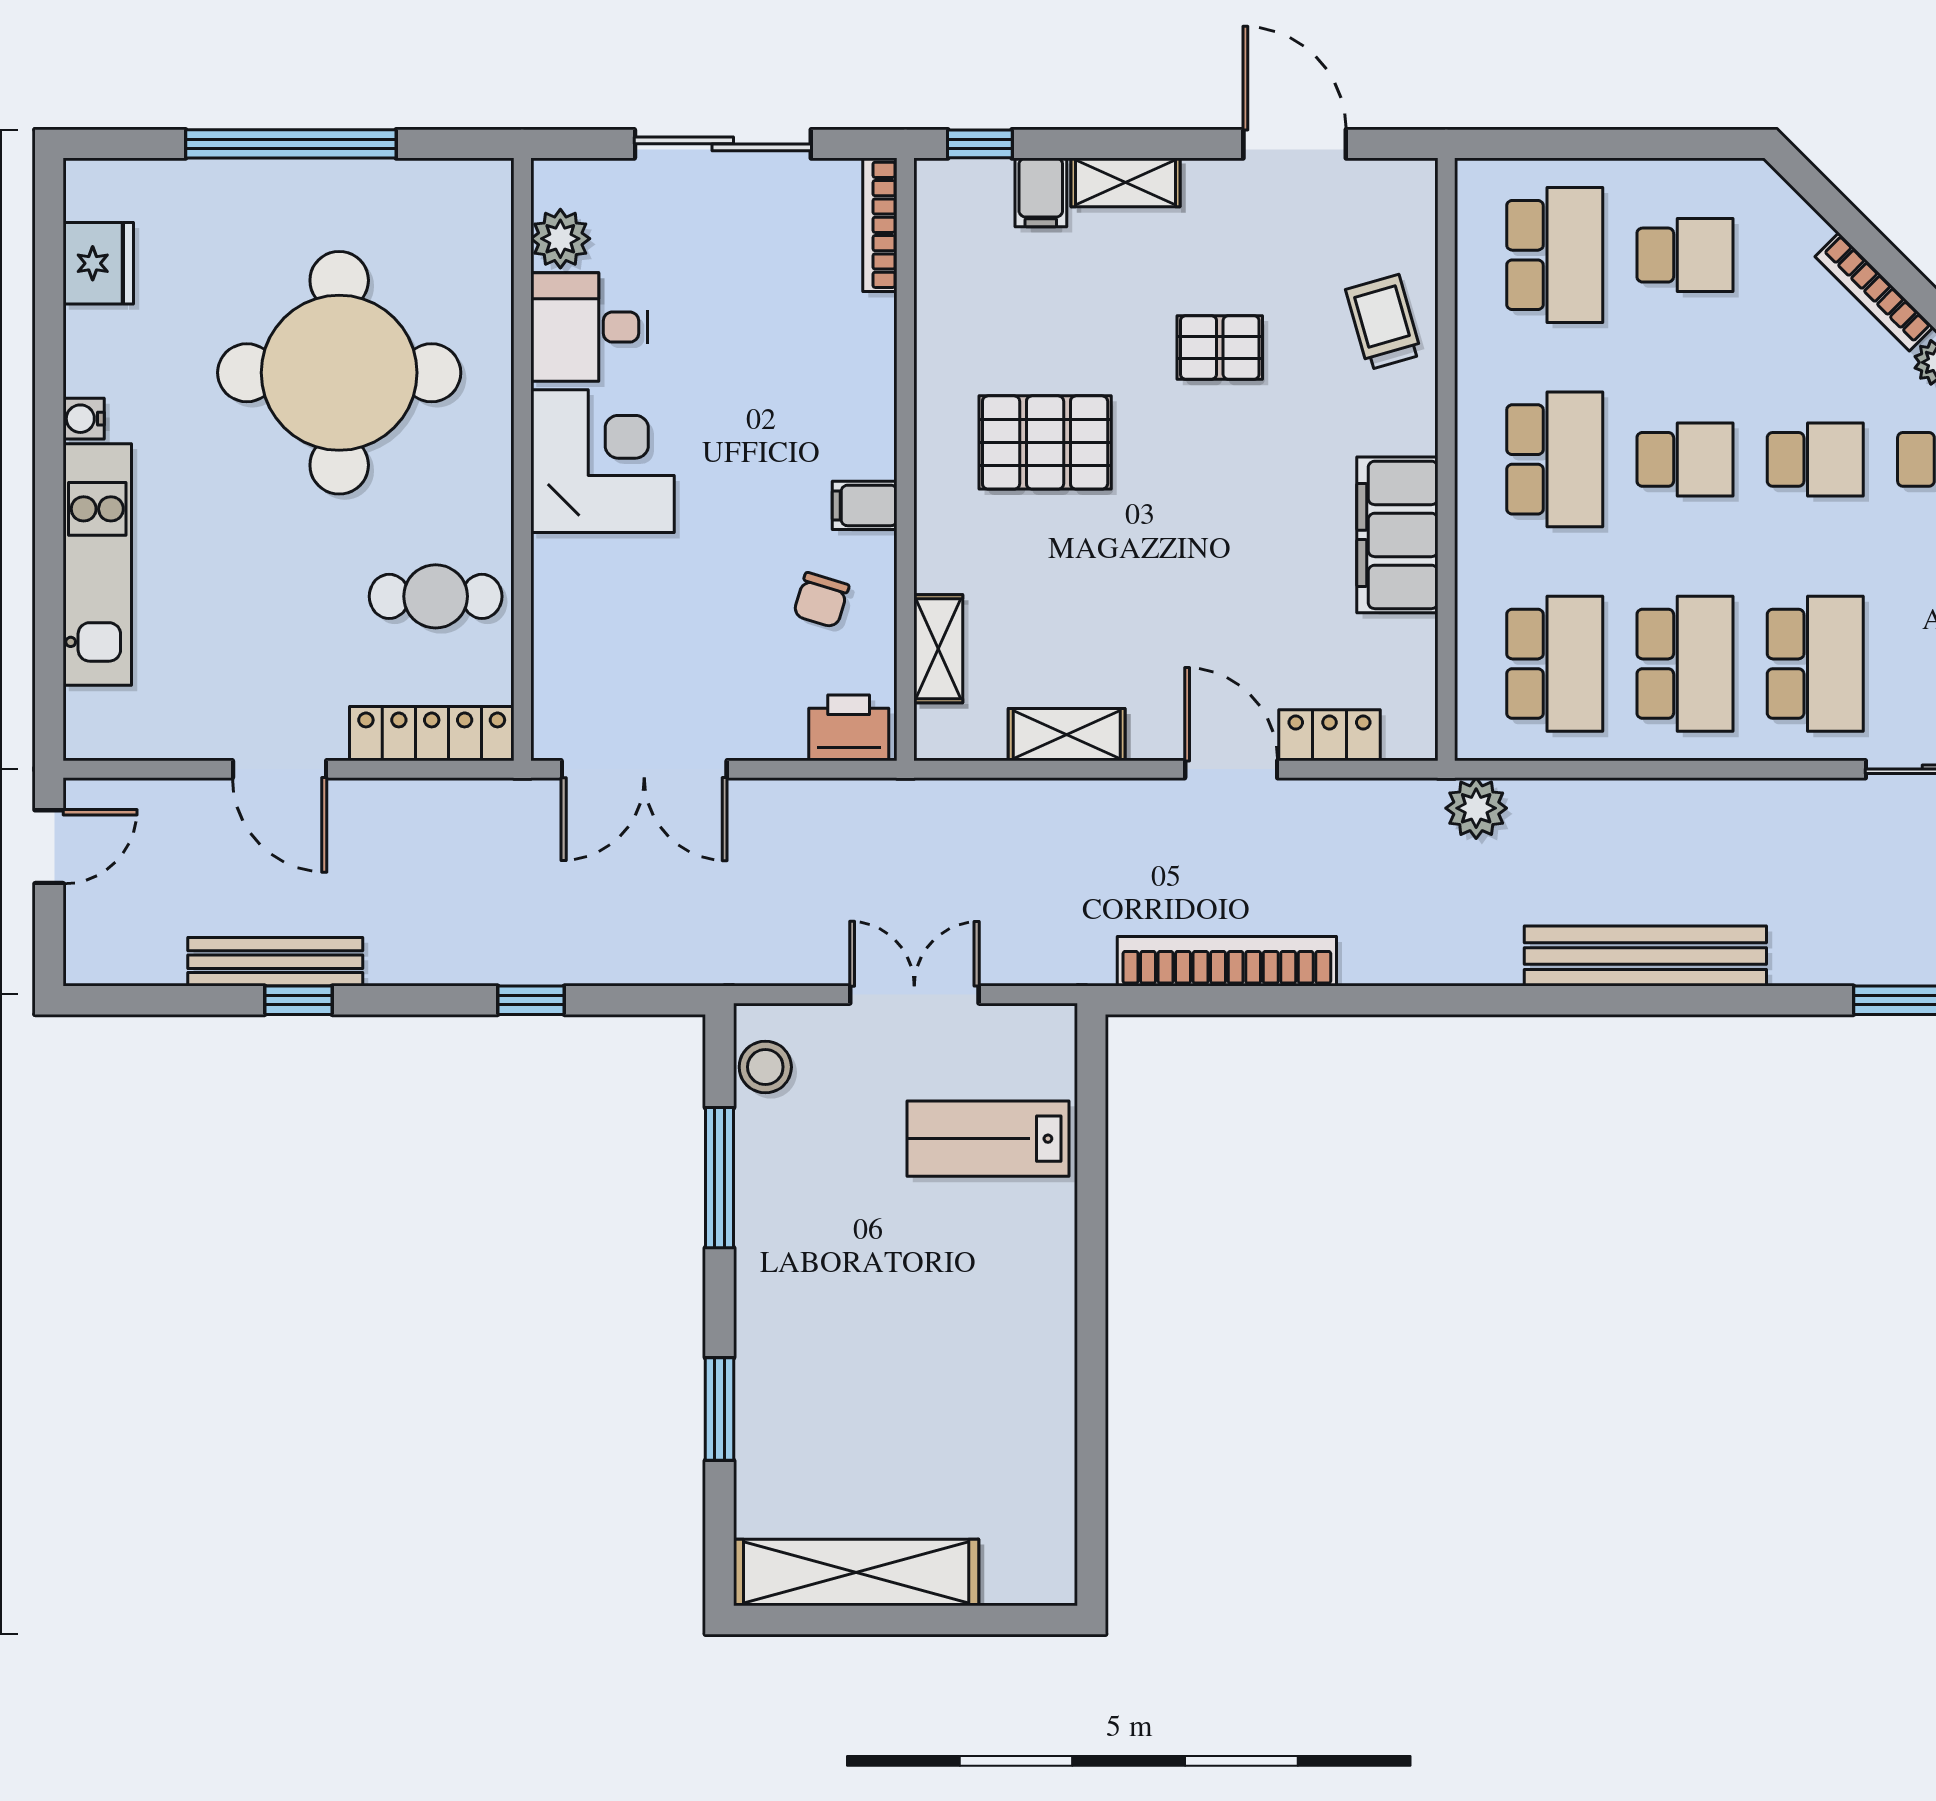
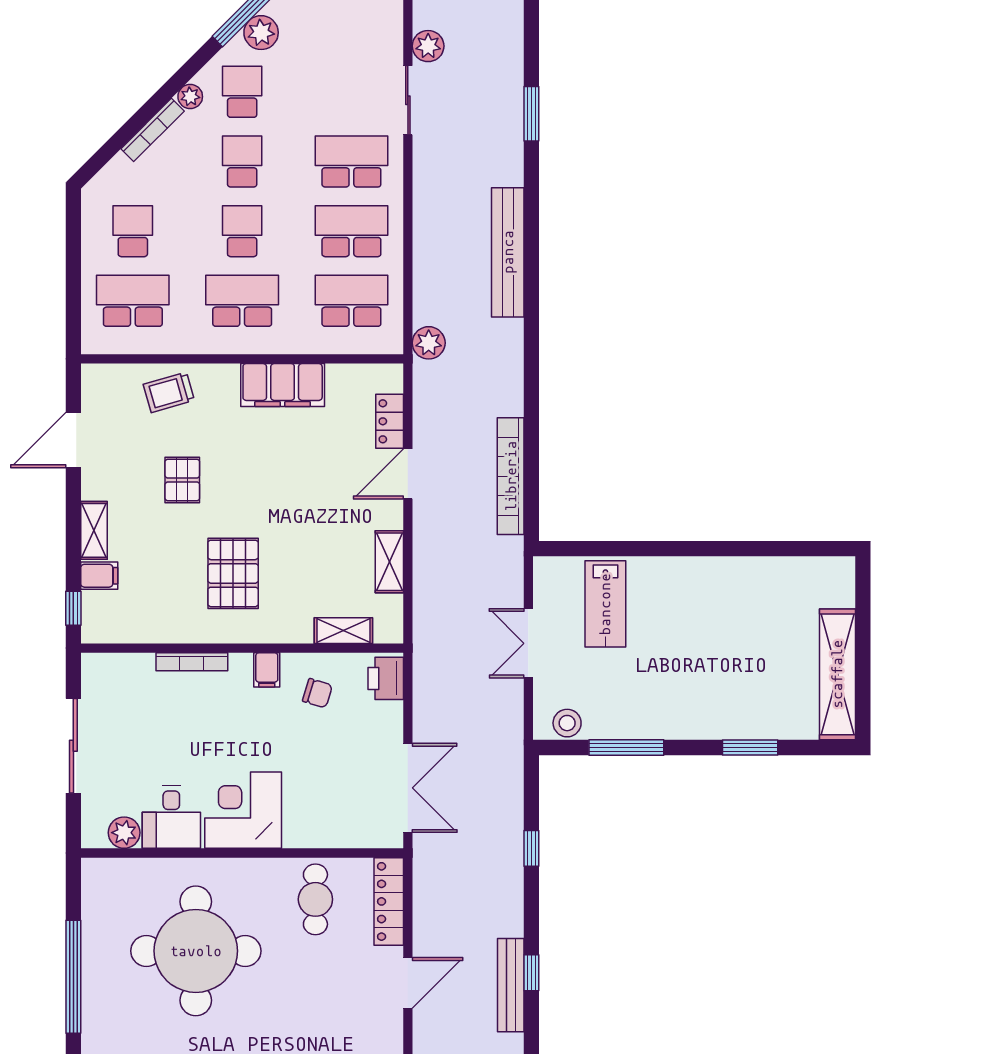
bookcase: (880, 225) -> (192, 662), moved

